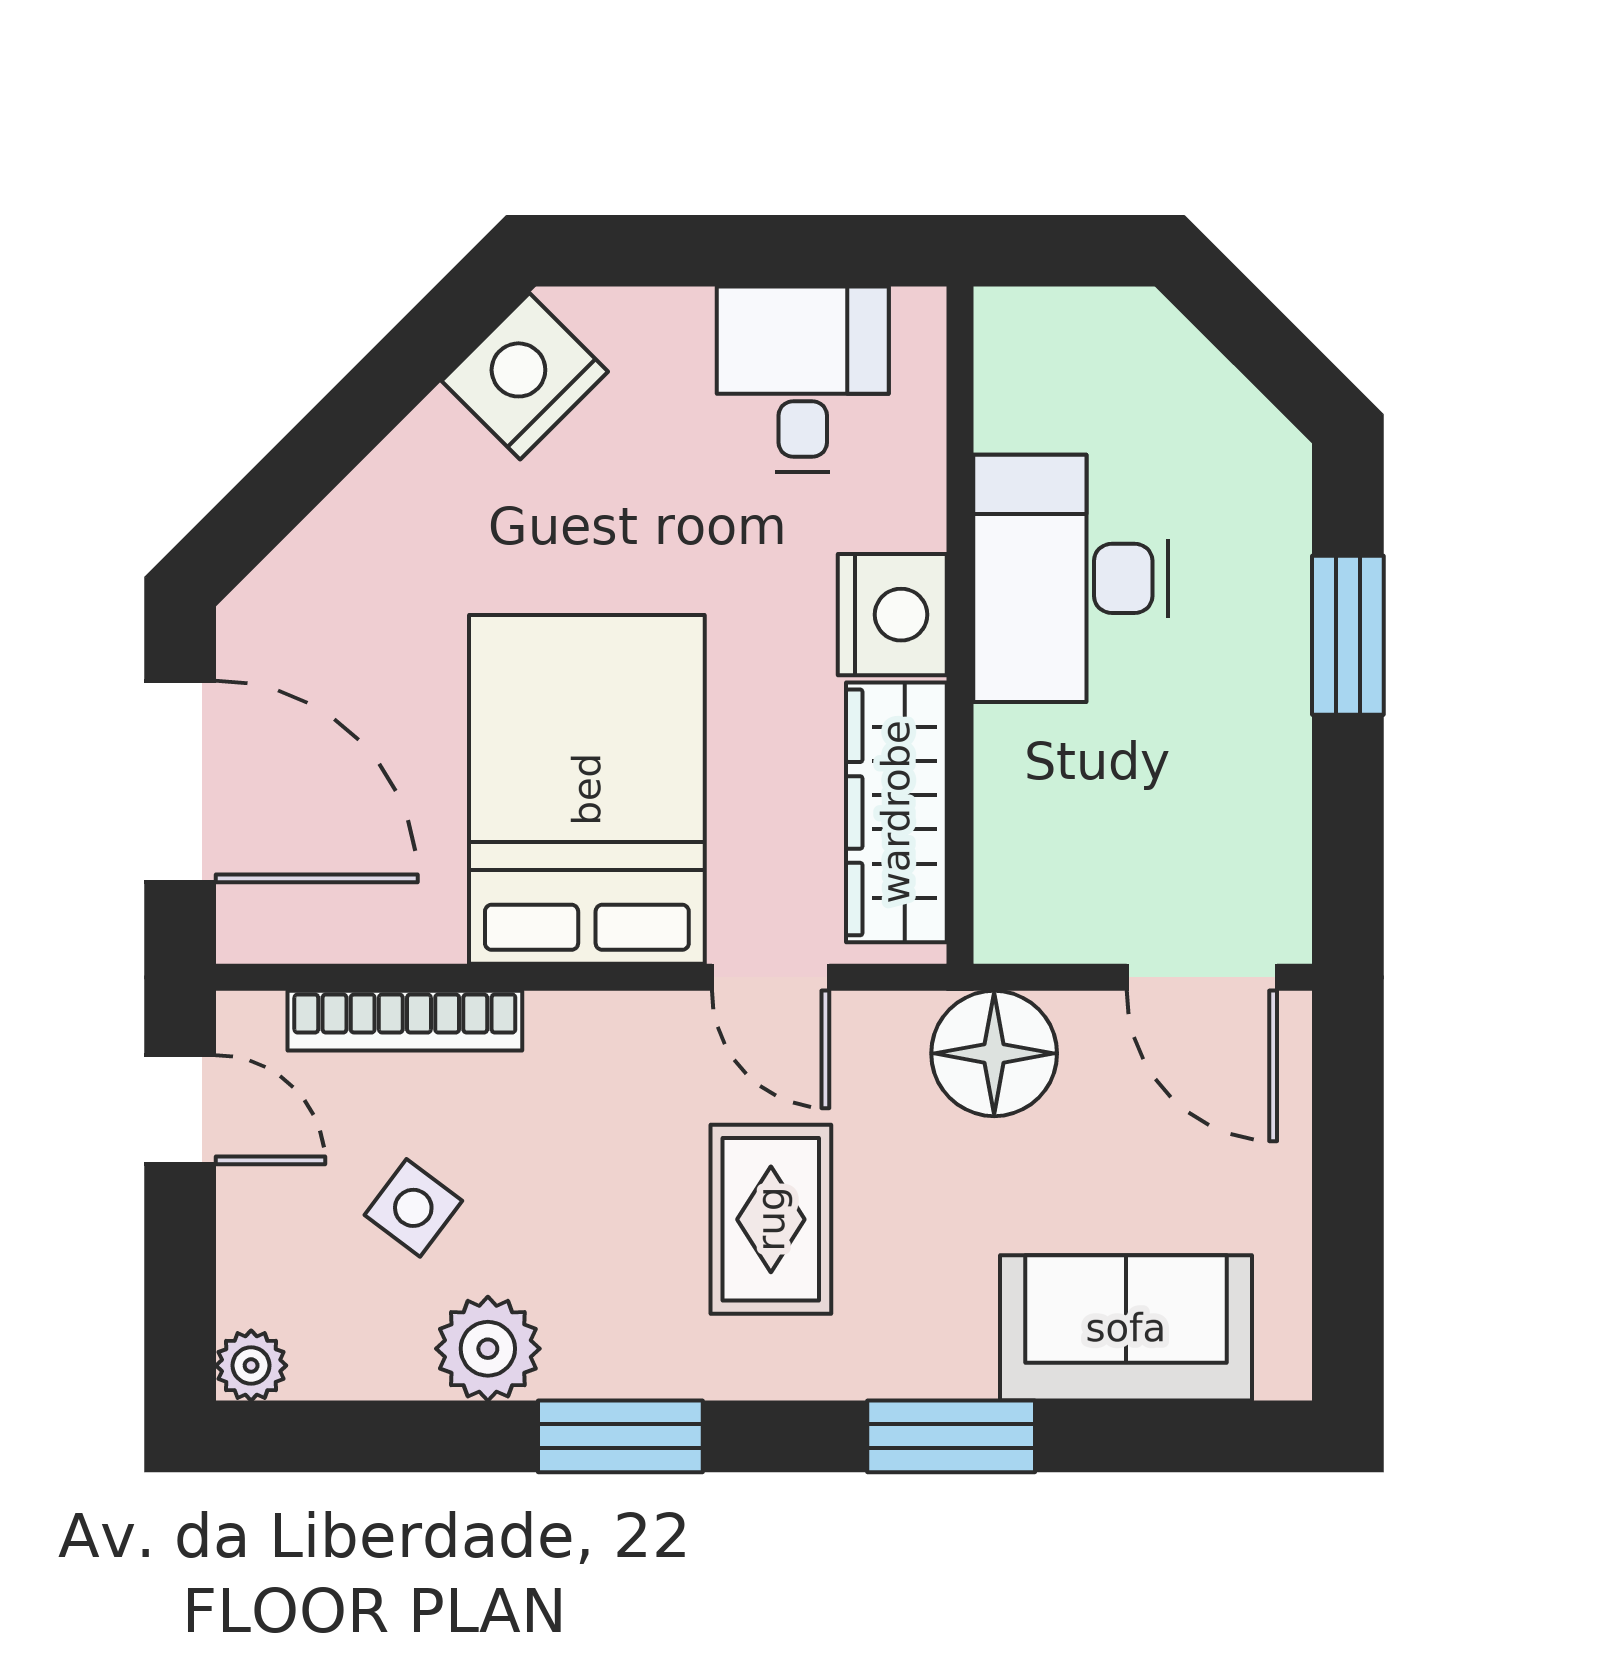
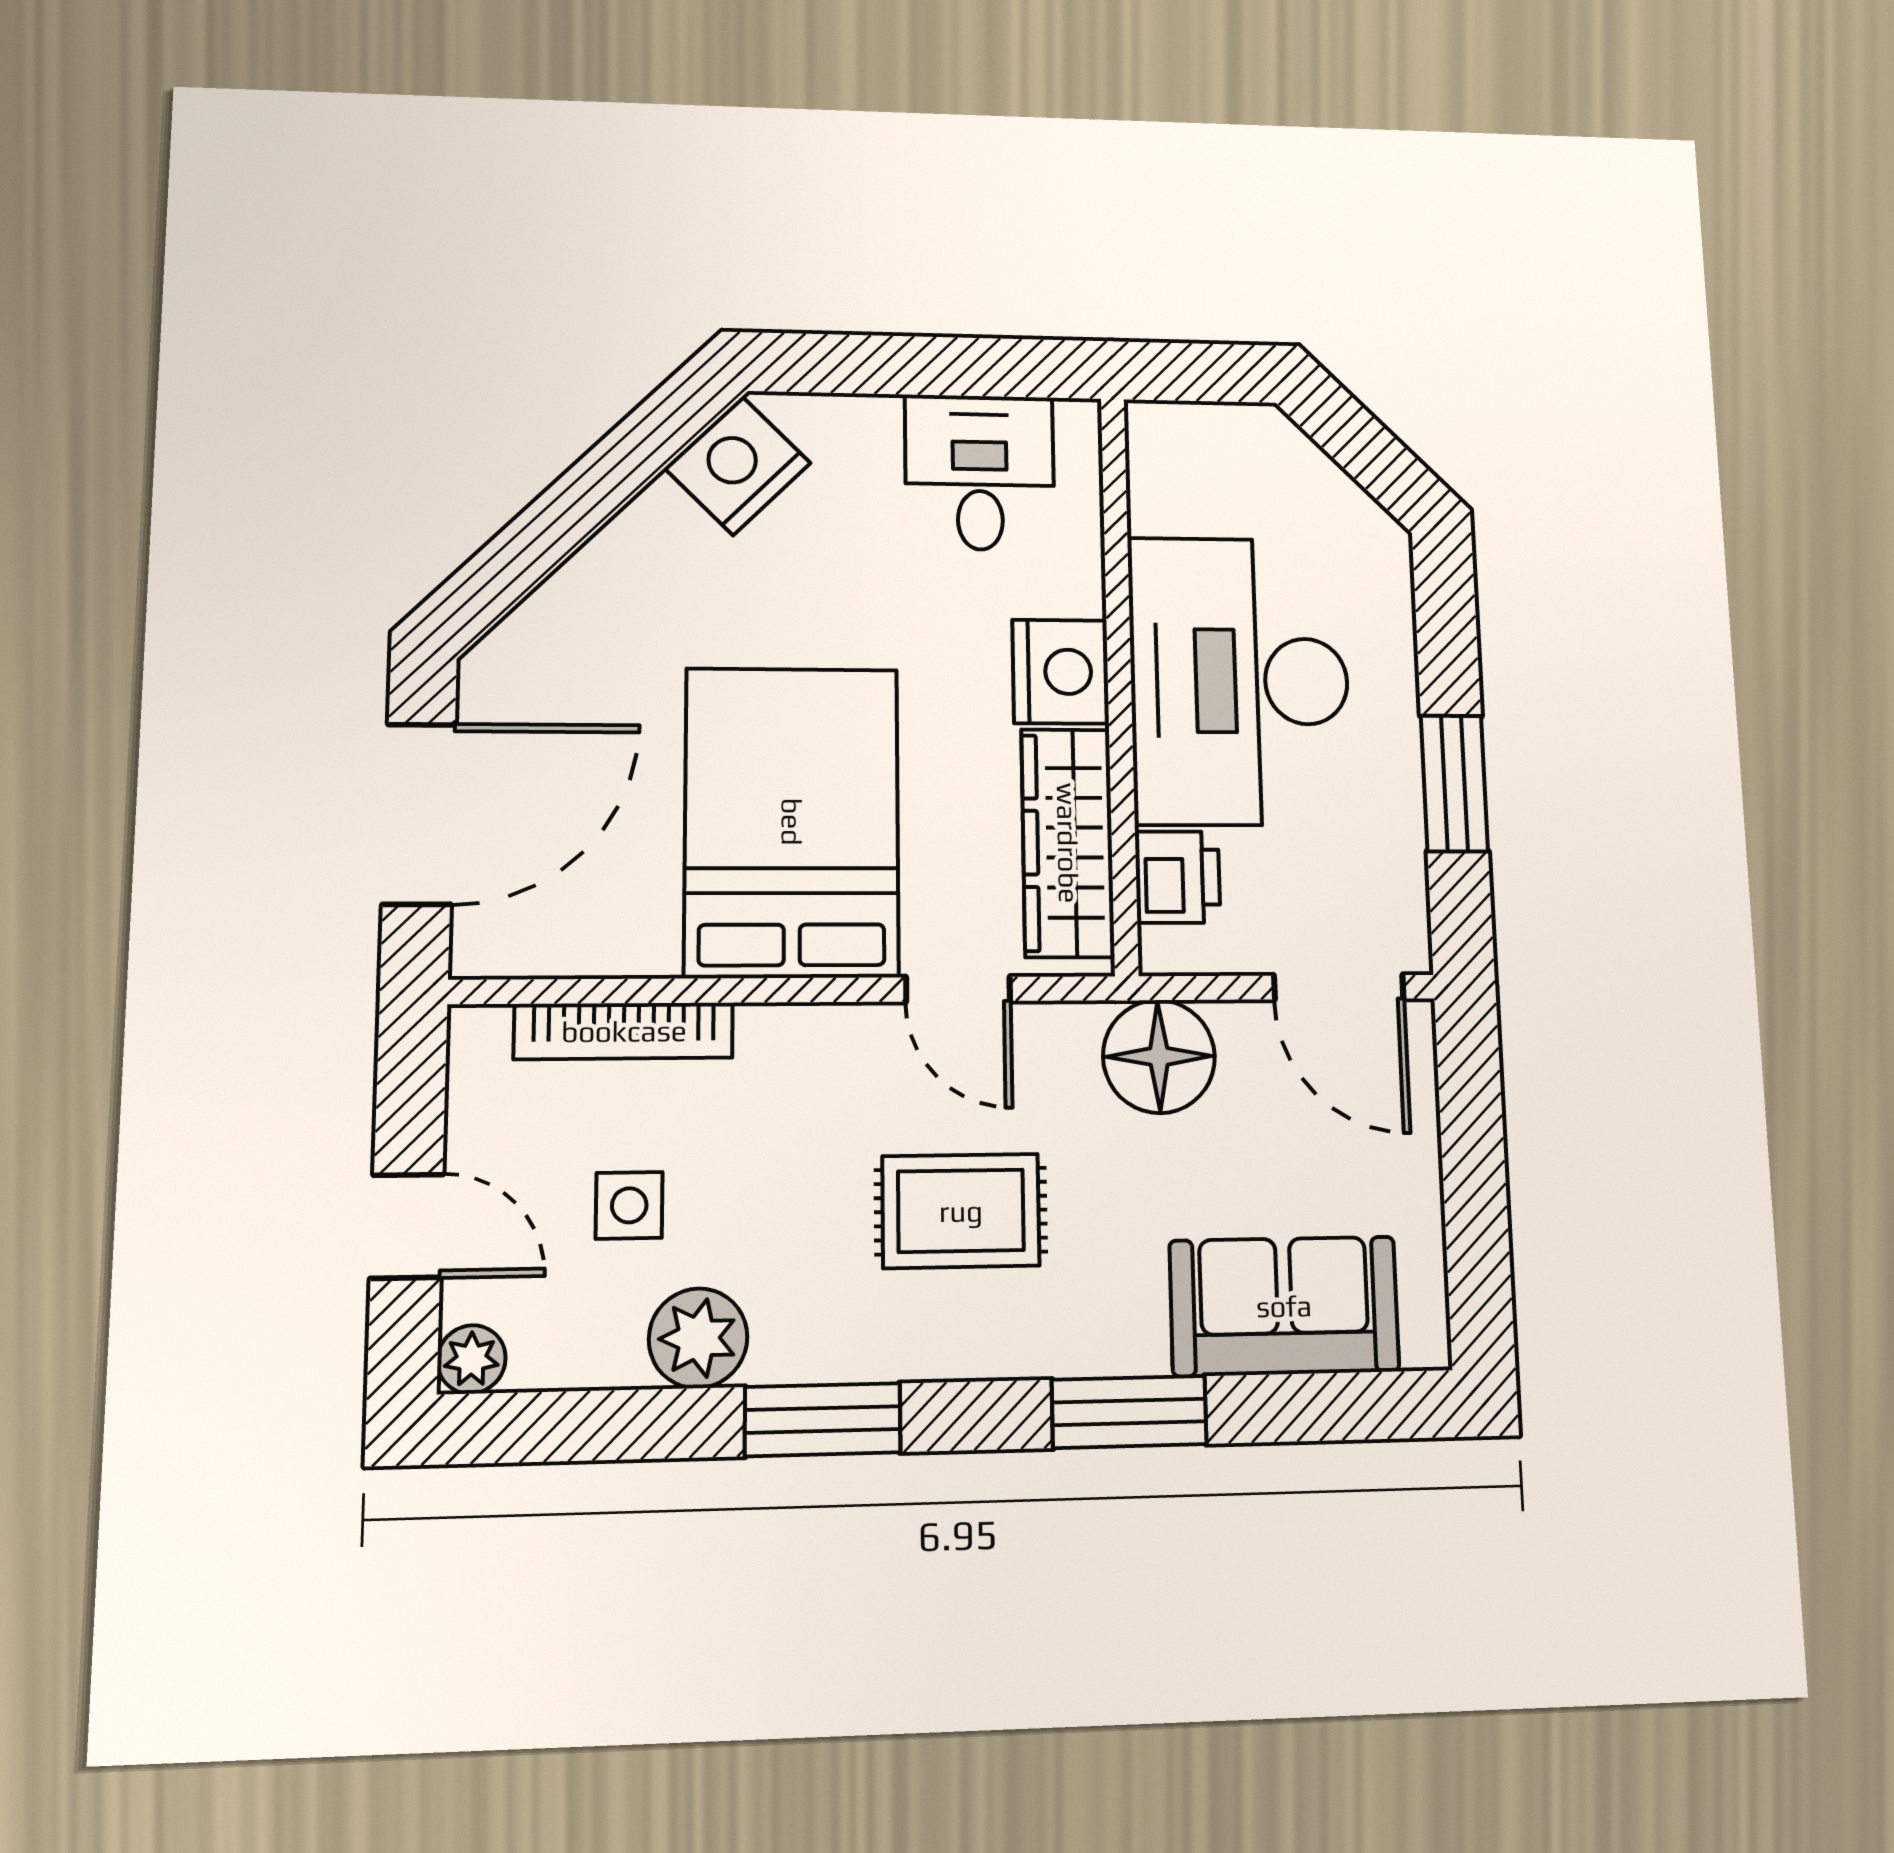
desk: (1071, 578) -> (1240, 681), width x1.36, depth x1.30
window: (1348, 635) -> (1454, 783), moved
door: (180, 782) -> (419, 814), hinge flipped
printer: (1021, 852) -> (1178, 877), added
door: (180, 1110) -> (407, 1226), moved
side table: (413, 1208) -> (629, 1205), turned -37
rug: (771, 1219) -> (961, 1211), turned 90

